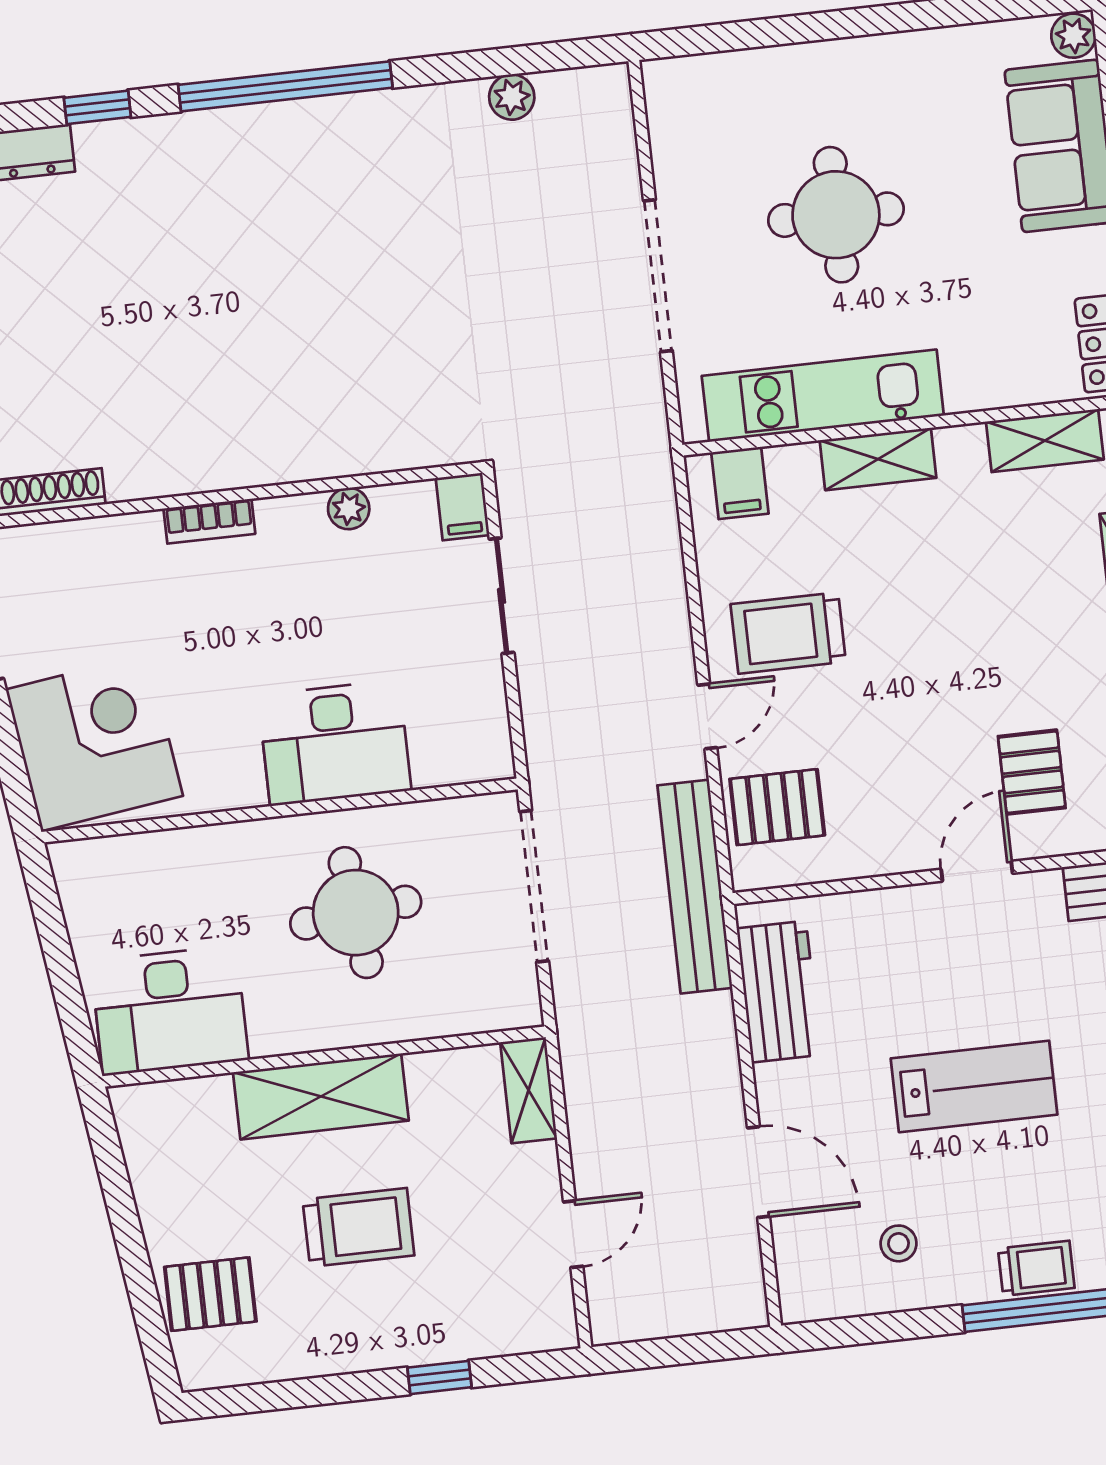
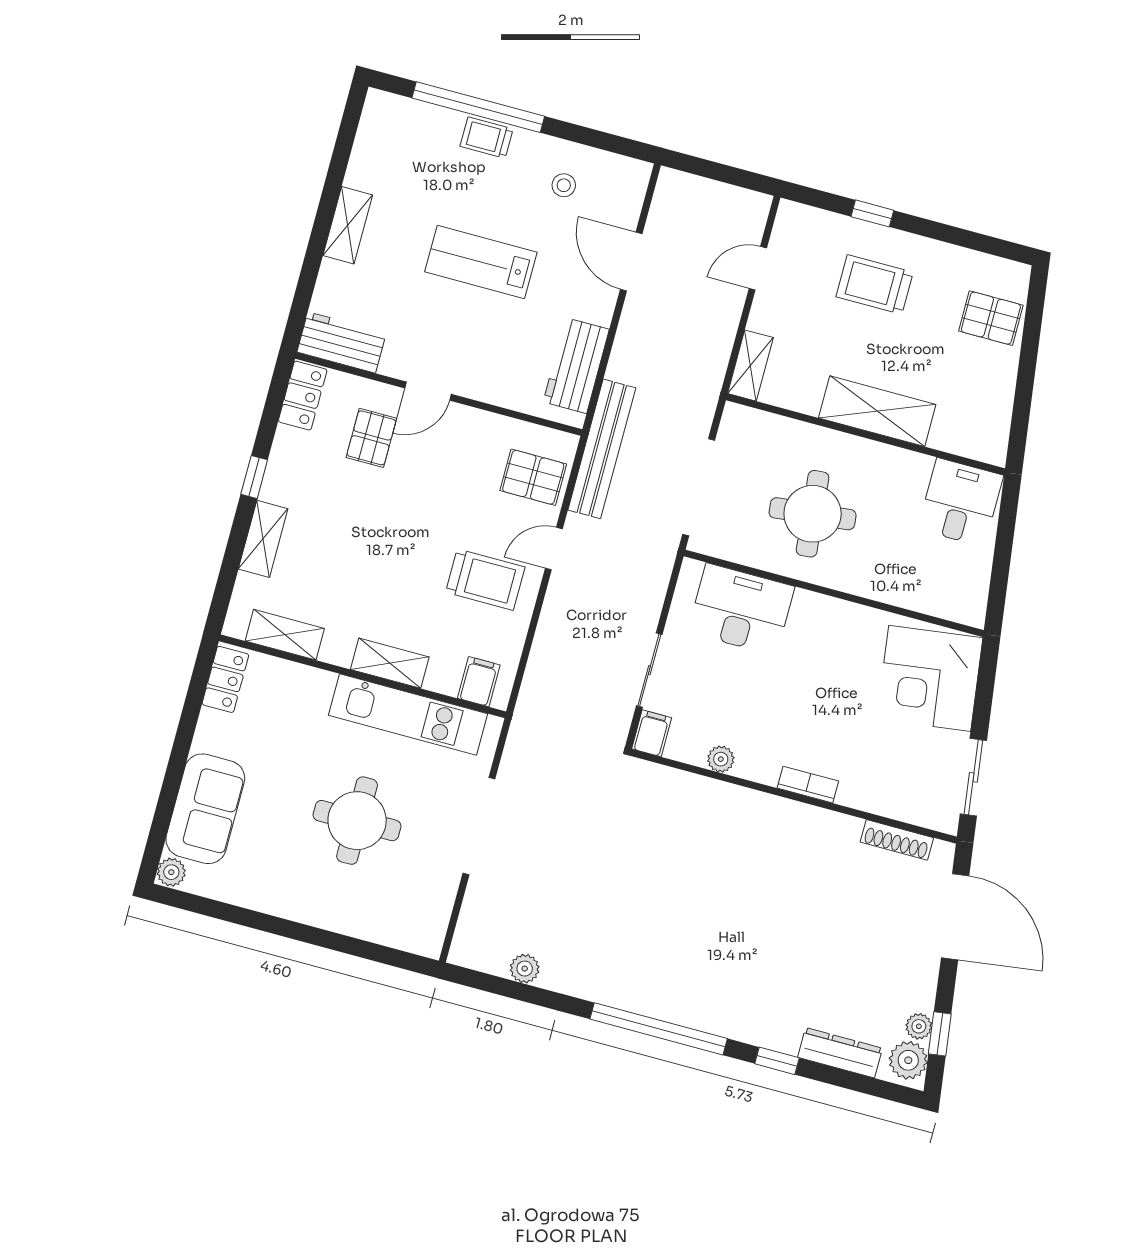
desk: (335, 743) -> (741, 609), moved
desk: (170, 1010) -> (961, 502), width x0.73
trolley: (358, 1228) -> (875, 285), moved

